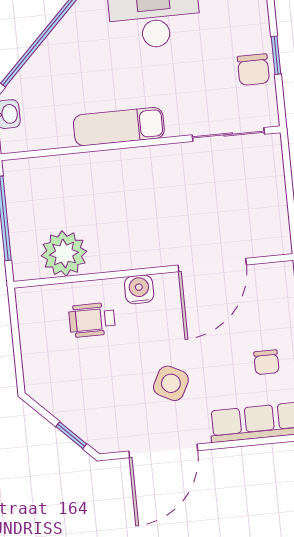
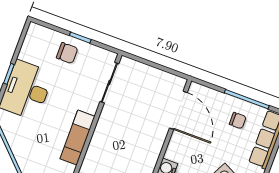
chair: (253, 70) -> (67, 53), moved
door: (212, 265) -> (178, 110), moved

